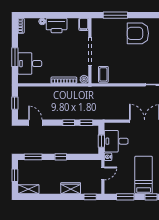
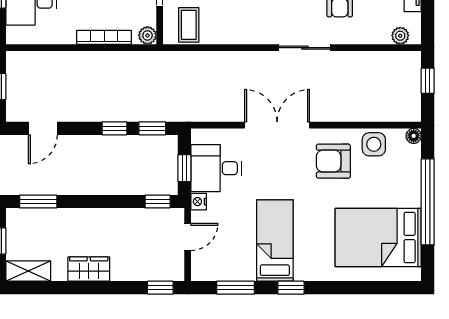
door: (35, 123) -> (43, 128), swing flipped
window: (61, 157) -> (158, 202), moved
wardrobe: (71, 188) -> (89, 269), moved

